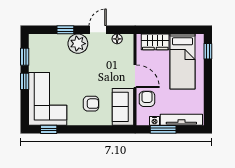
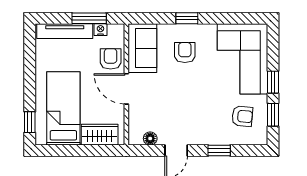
plant: (78, 44) -> (202, 132), removed
armchair: (48, 56) -> (242, 116), added
armchair: (147, 99) -> (111, 59), turned 180
armchair: (91, 104) -> (185, 52), turned 90
window: (49, 129) -> (187, 18), moved

